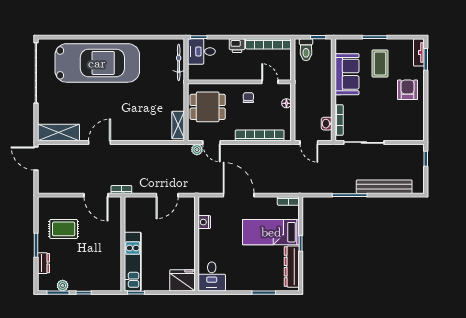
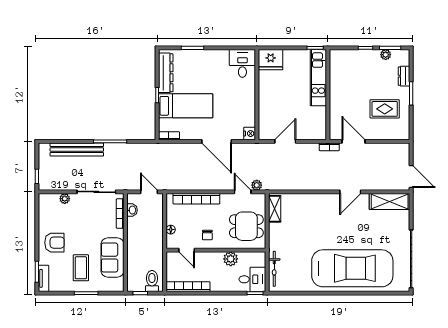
printer: (237, 46) -> (218, 285), removed
car: (97, 63) -> (352, 268), turned 180
plant: (224, 73) -> (231, 259), added
armchair: (408, 90) -> (54, 243), turned -90
plant: (397, 136) -> (65, 199), added
nightstand: (204, 222) -> (250, 134), moved

